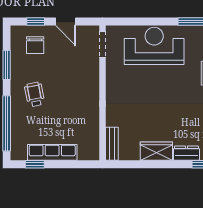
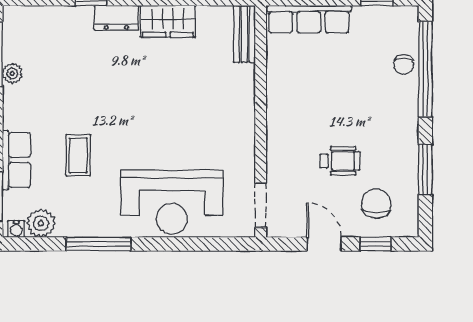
wheelchair: (35, 94) -> (340, 161), moved, turned -79
chair: (19, 126) -> (404, 64), added
row of seats: (52, 152) -> (309, 19), moved

